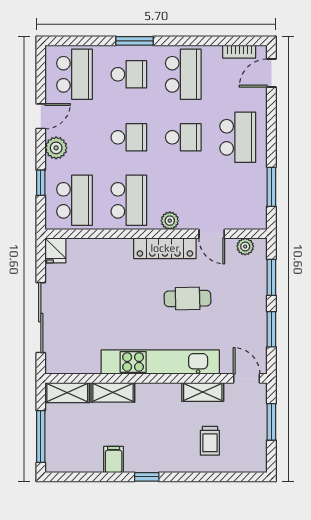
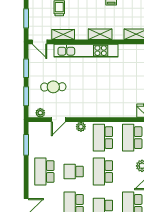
school desk: (129, 137) -> (103, 172), width x1.85
door: (212, 234) -> (58, 120), swing flipped
locker: (165, 248) -> (84, 112), removed
cafe table: (188, 299) -> (53, 87), moved
shelving: (113, 392) -> (100, 34), moved

